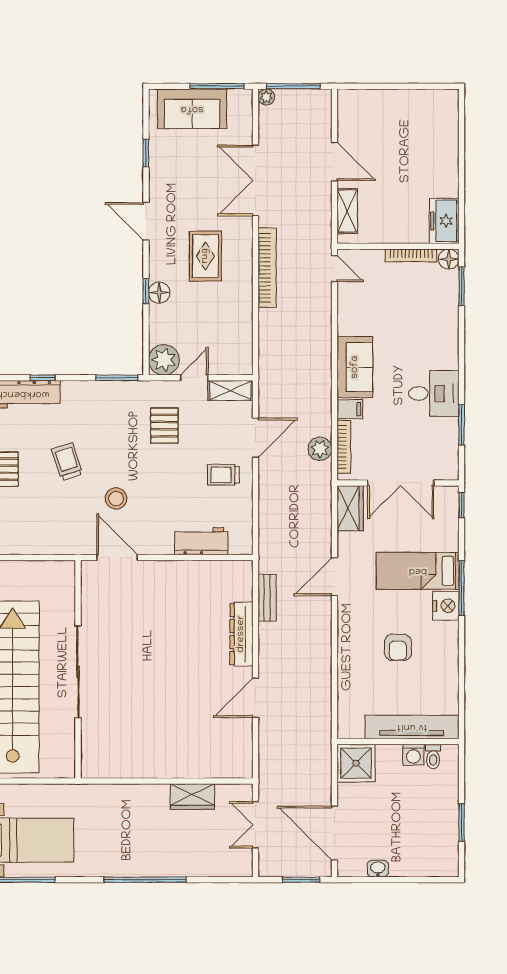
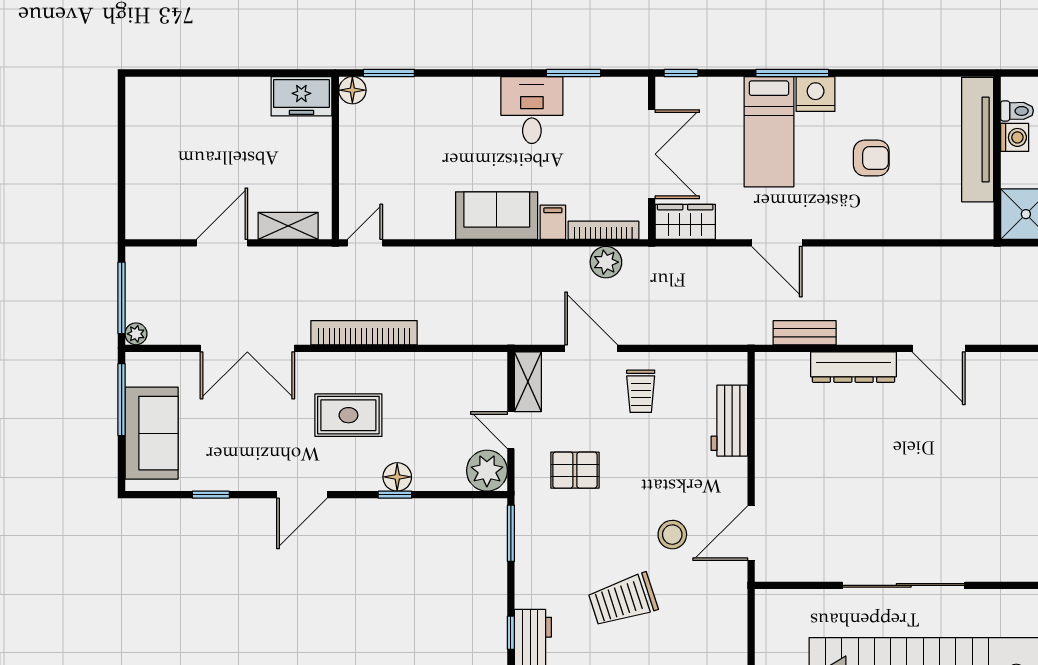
bookcase: (411, 255) -> (348, 140), removed
trolley: (67, 462) -> (623, 600), width x1.36, depth x1.39

